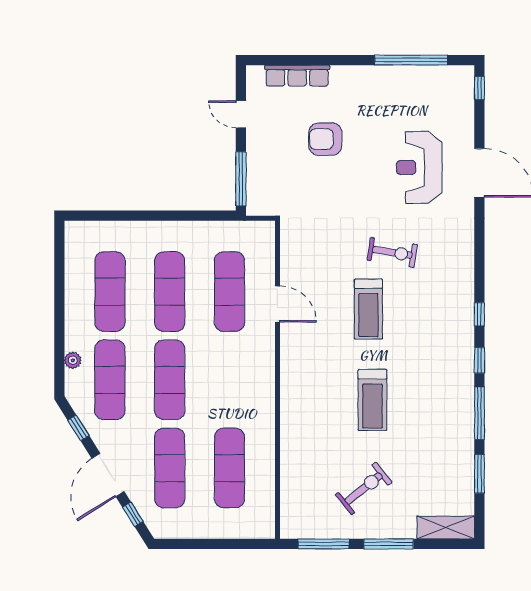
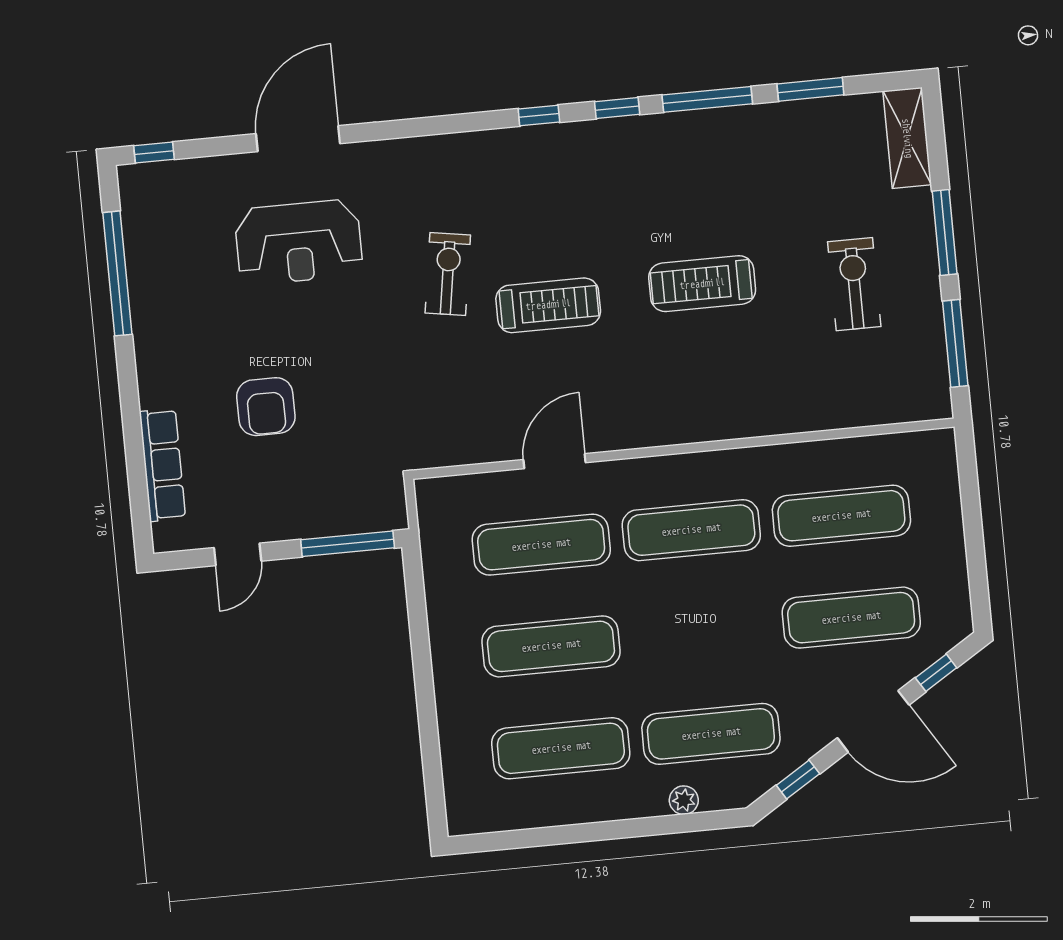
exercise mat: (170, 380) -> (691, 530), moved
treadmill: (372, 400) -> (702, 284), turned 180
exercise bike: (364, 488) -> (854, 284), turned 39

